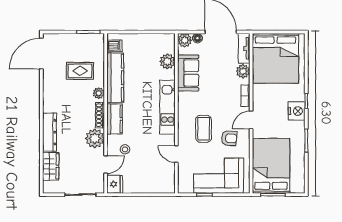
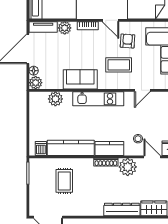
sofa: (188, 73) -> (80, 79), moved
plant: (99, 93) -> (85, 163), removed

